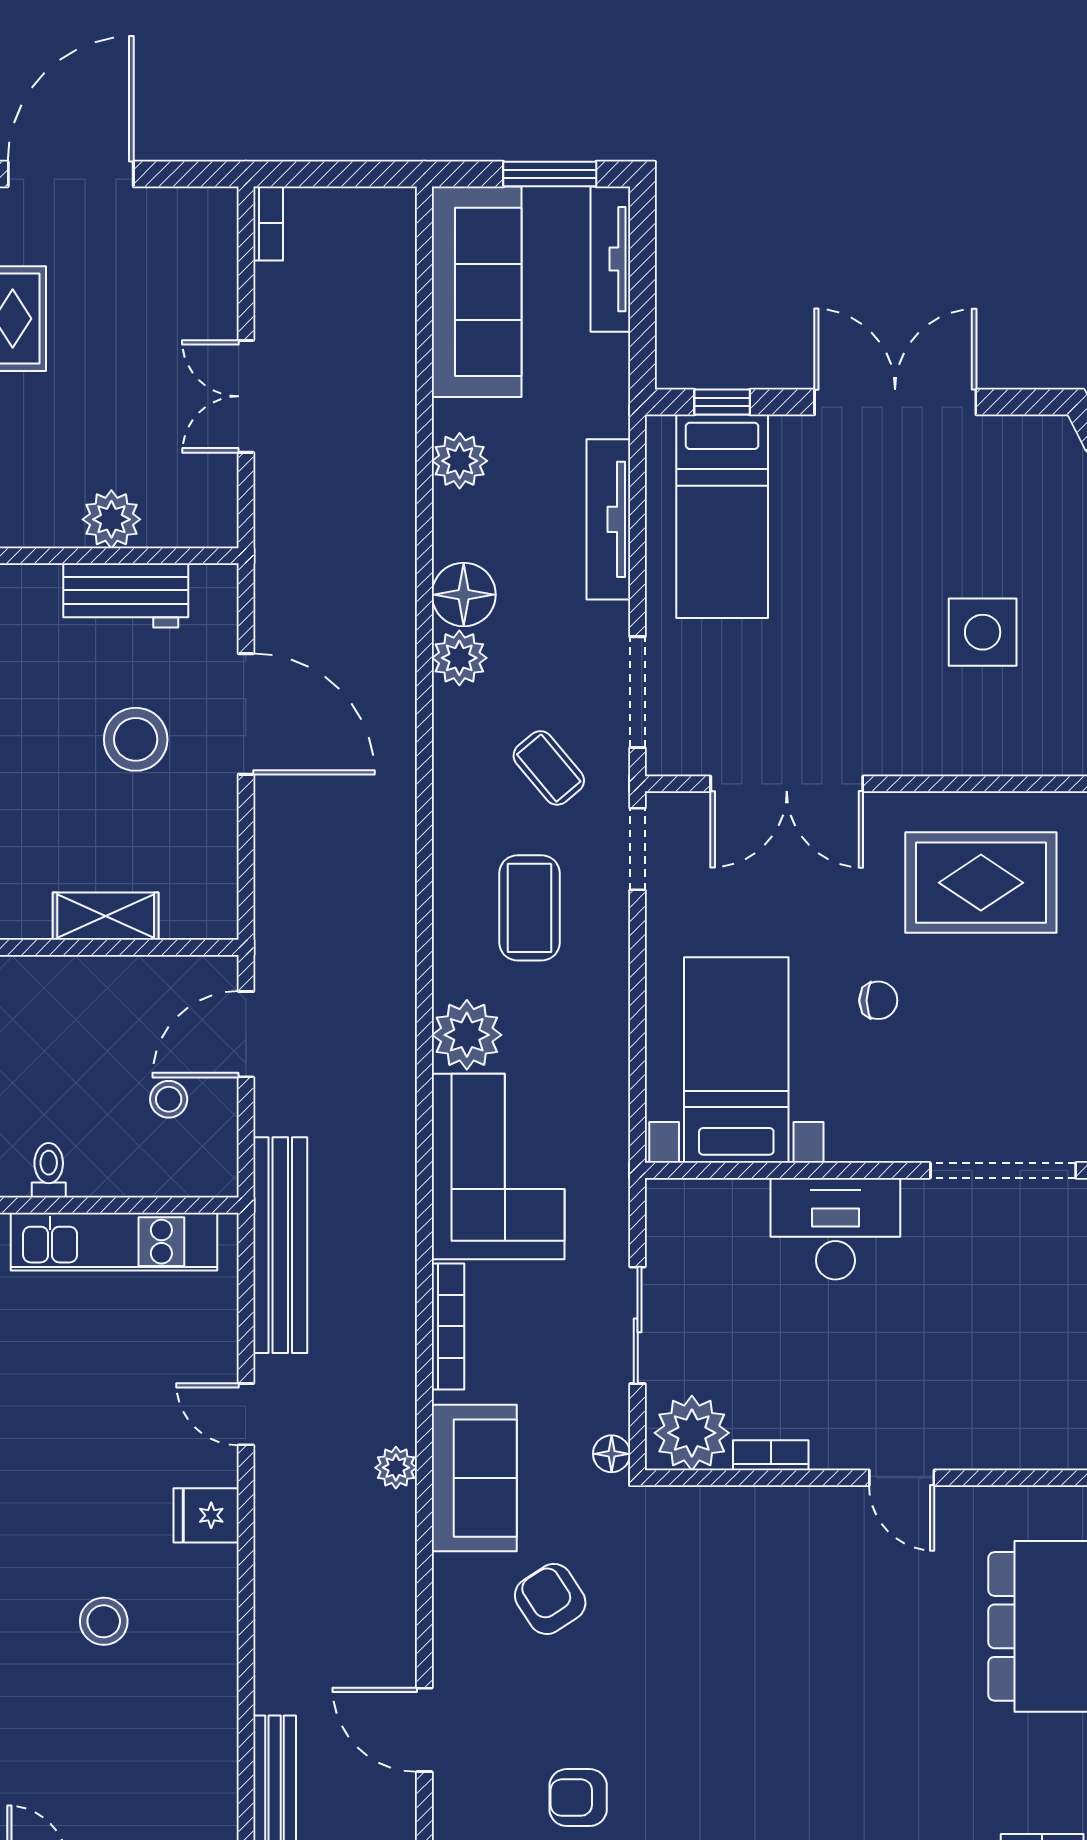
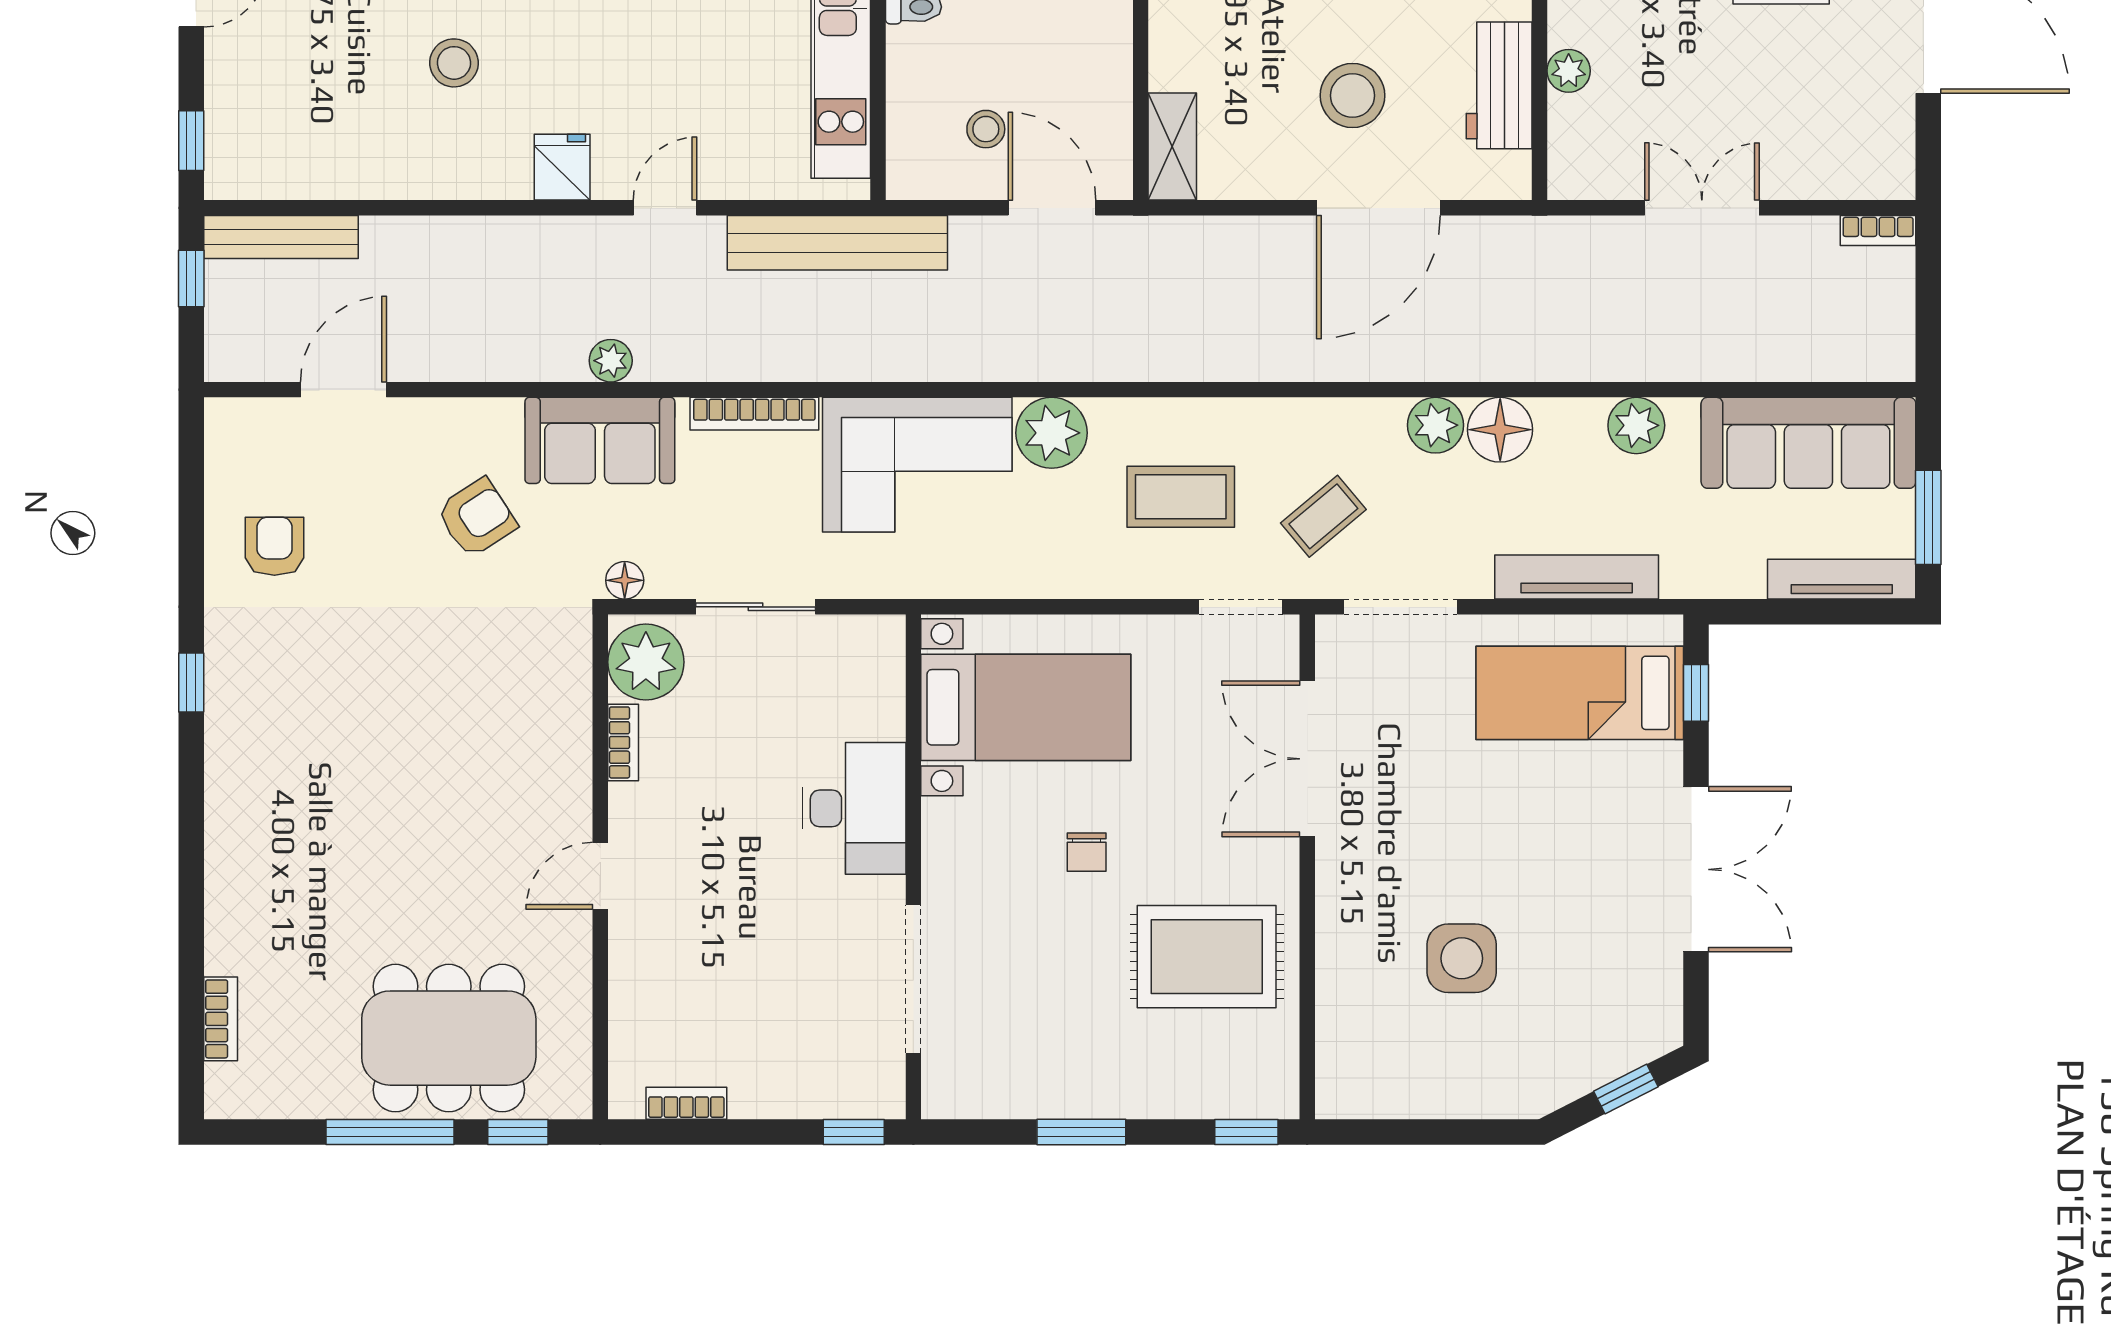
plant: (111, 519) -> (1569, 71), width x0.73, depth x0.73
rug: (981, 883) -> (1207, 957), turned 90
shelving: (106, 916) -> (1172, 147), moved

